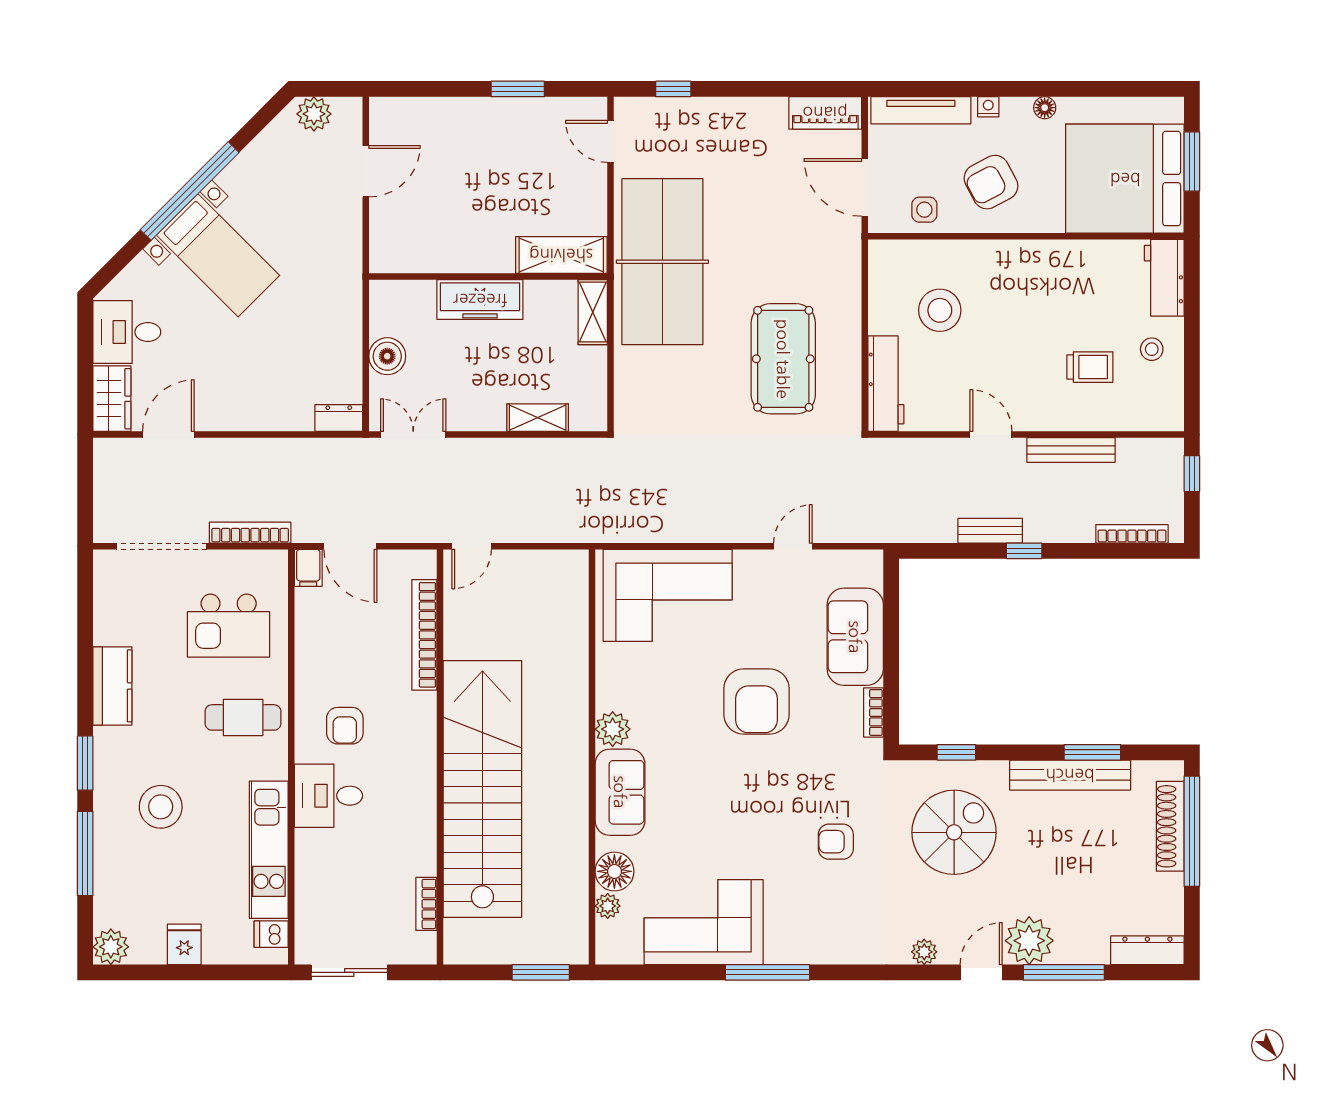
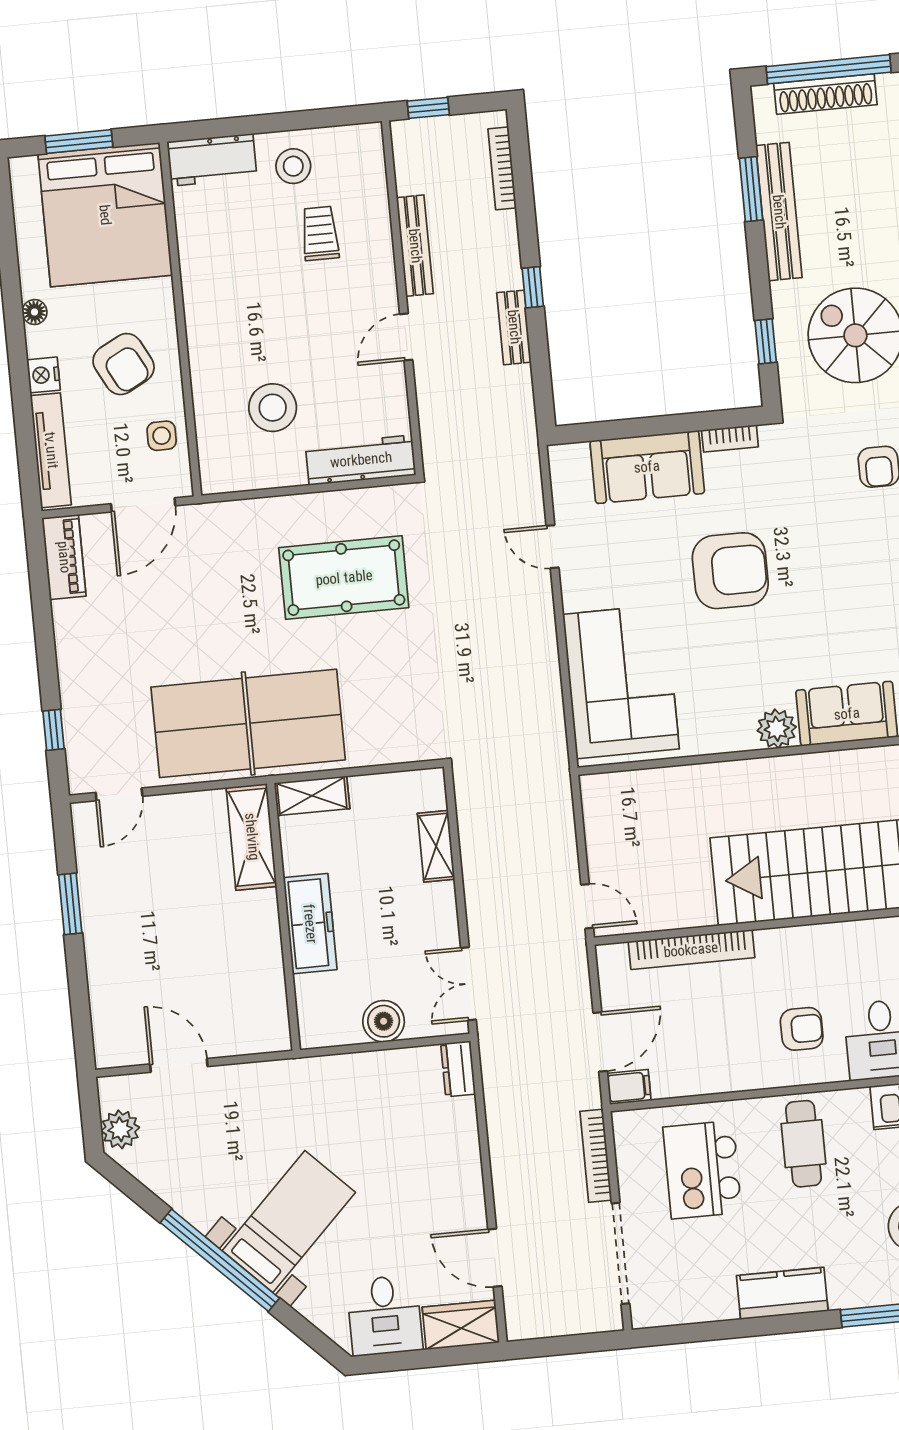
nightstand: (988, 107) -> (43, 375), width x1.39, depth x1.35
stool: (1152, 349) -> (293, 166), width x1.37, depth x1.37
kitchen island: (229, 626) -> (702, 1170), turned 180

